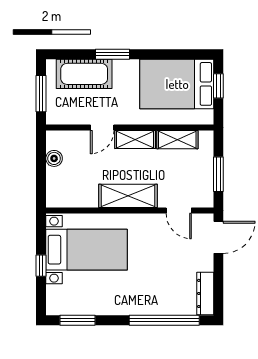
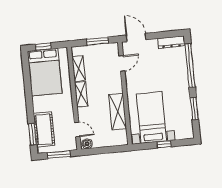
window: (112, 54) -> (32, 134), moved
door: (102, 128) -> (77, 129), moved
boiler: (54, 158) -> (87, 144), moved
shelving: (128, 196) -> (118, 112), moved
window: (77, 320) -> (194, 109), moved

